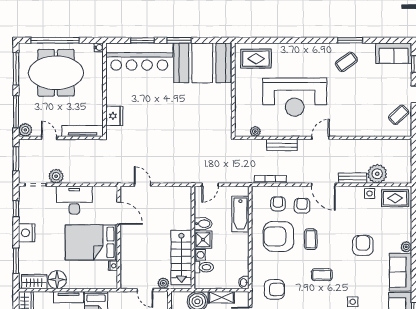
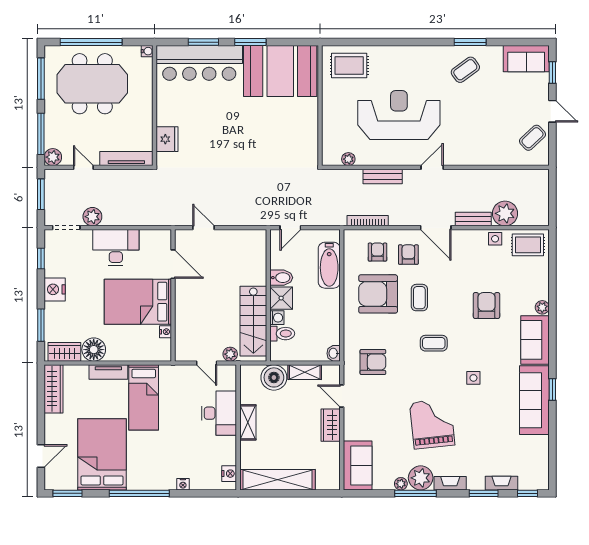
reception desk: (295, 97) -> (399, 115), turned 180

